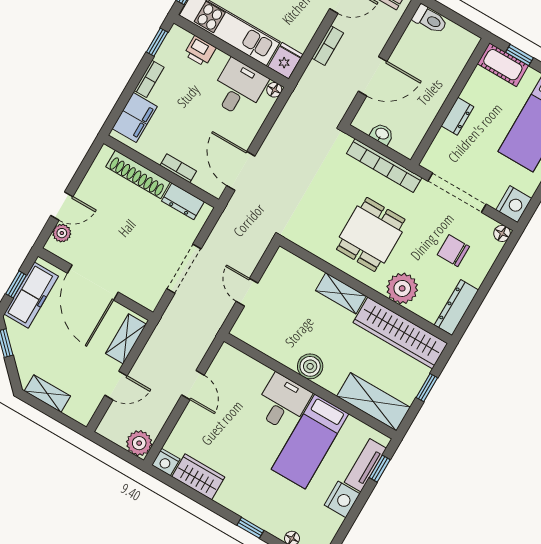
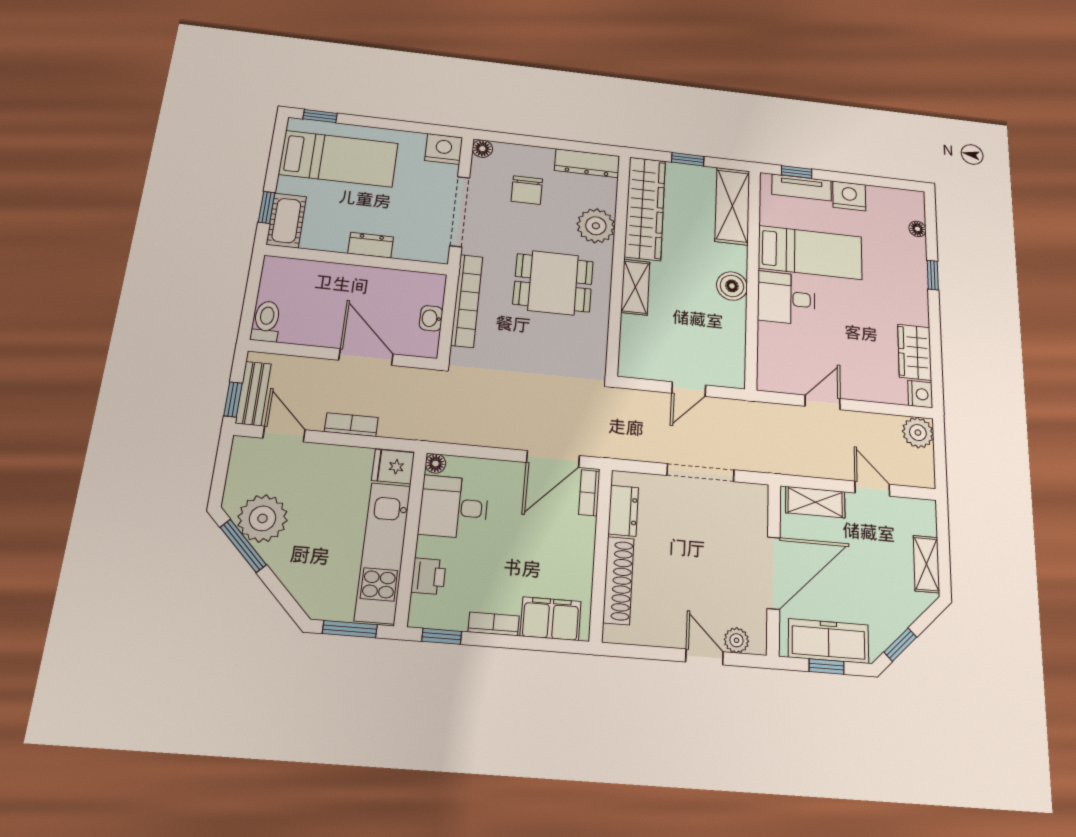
bookcase: (178, 168) -> (589, 493), moved

